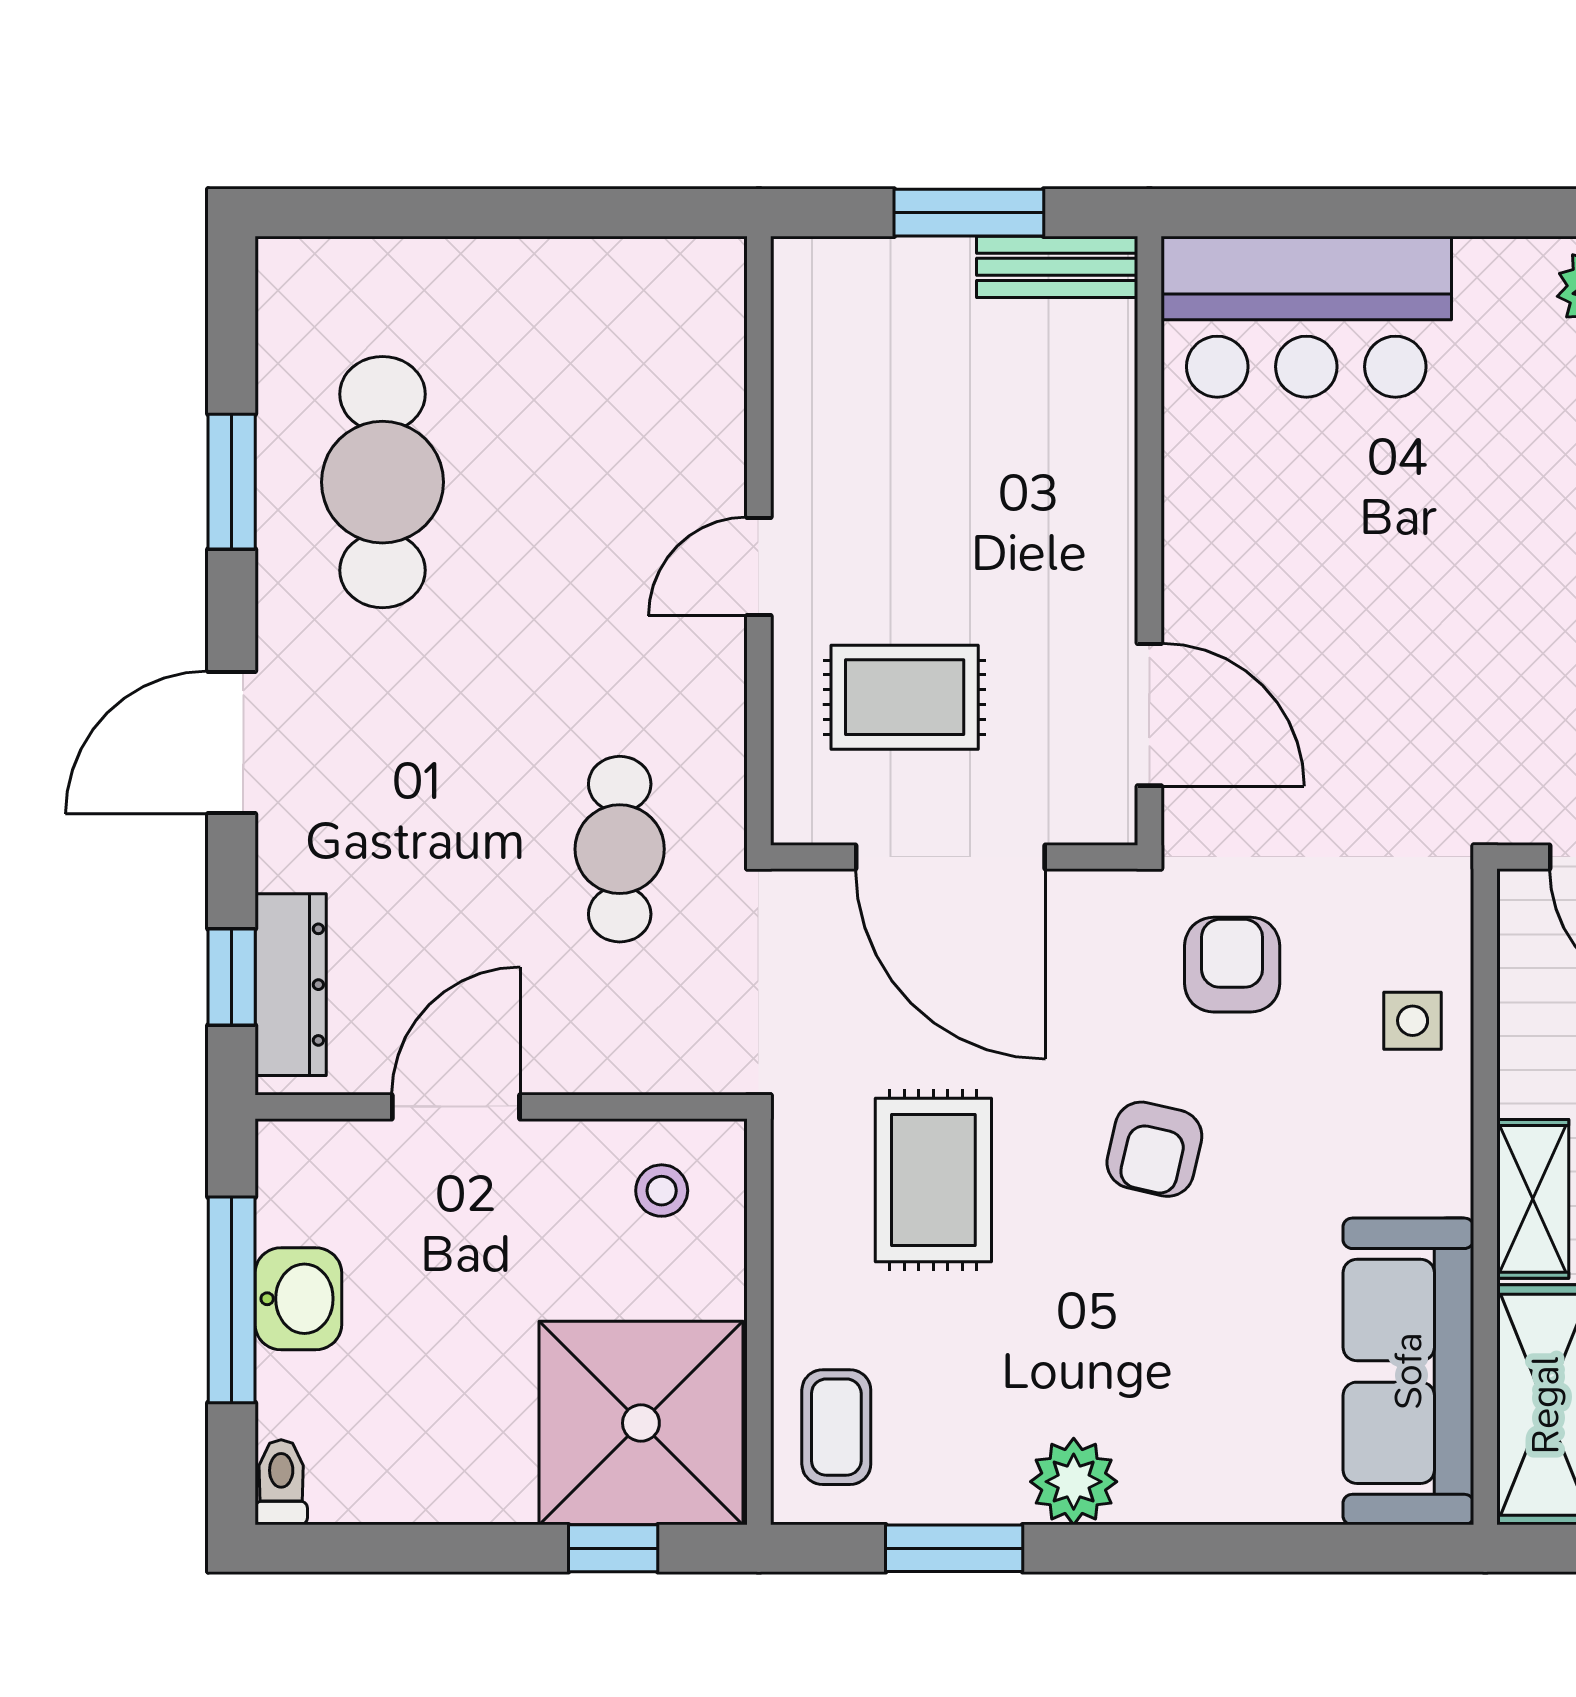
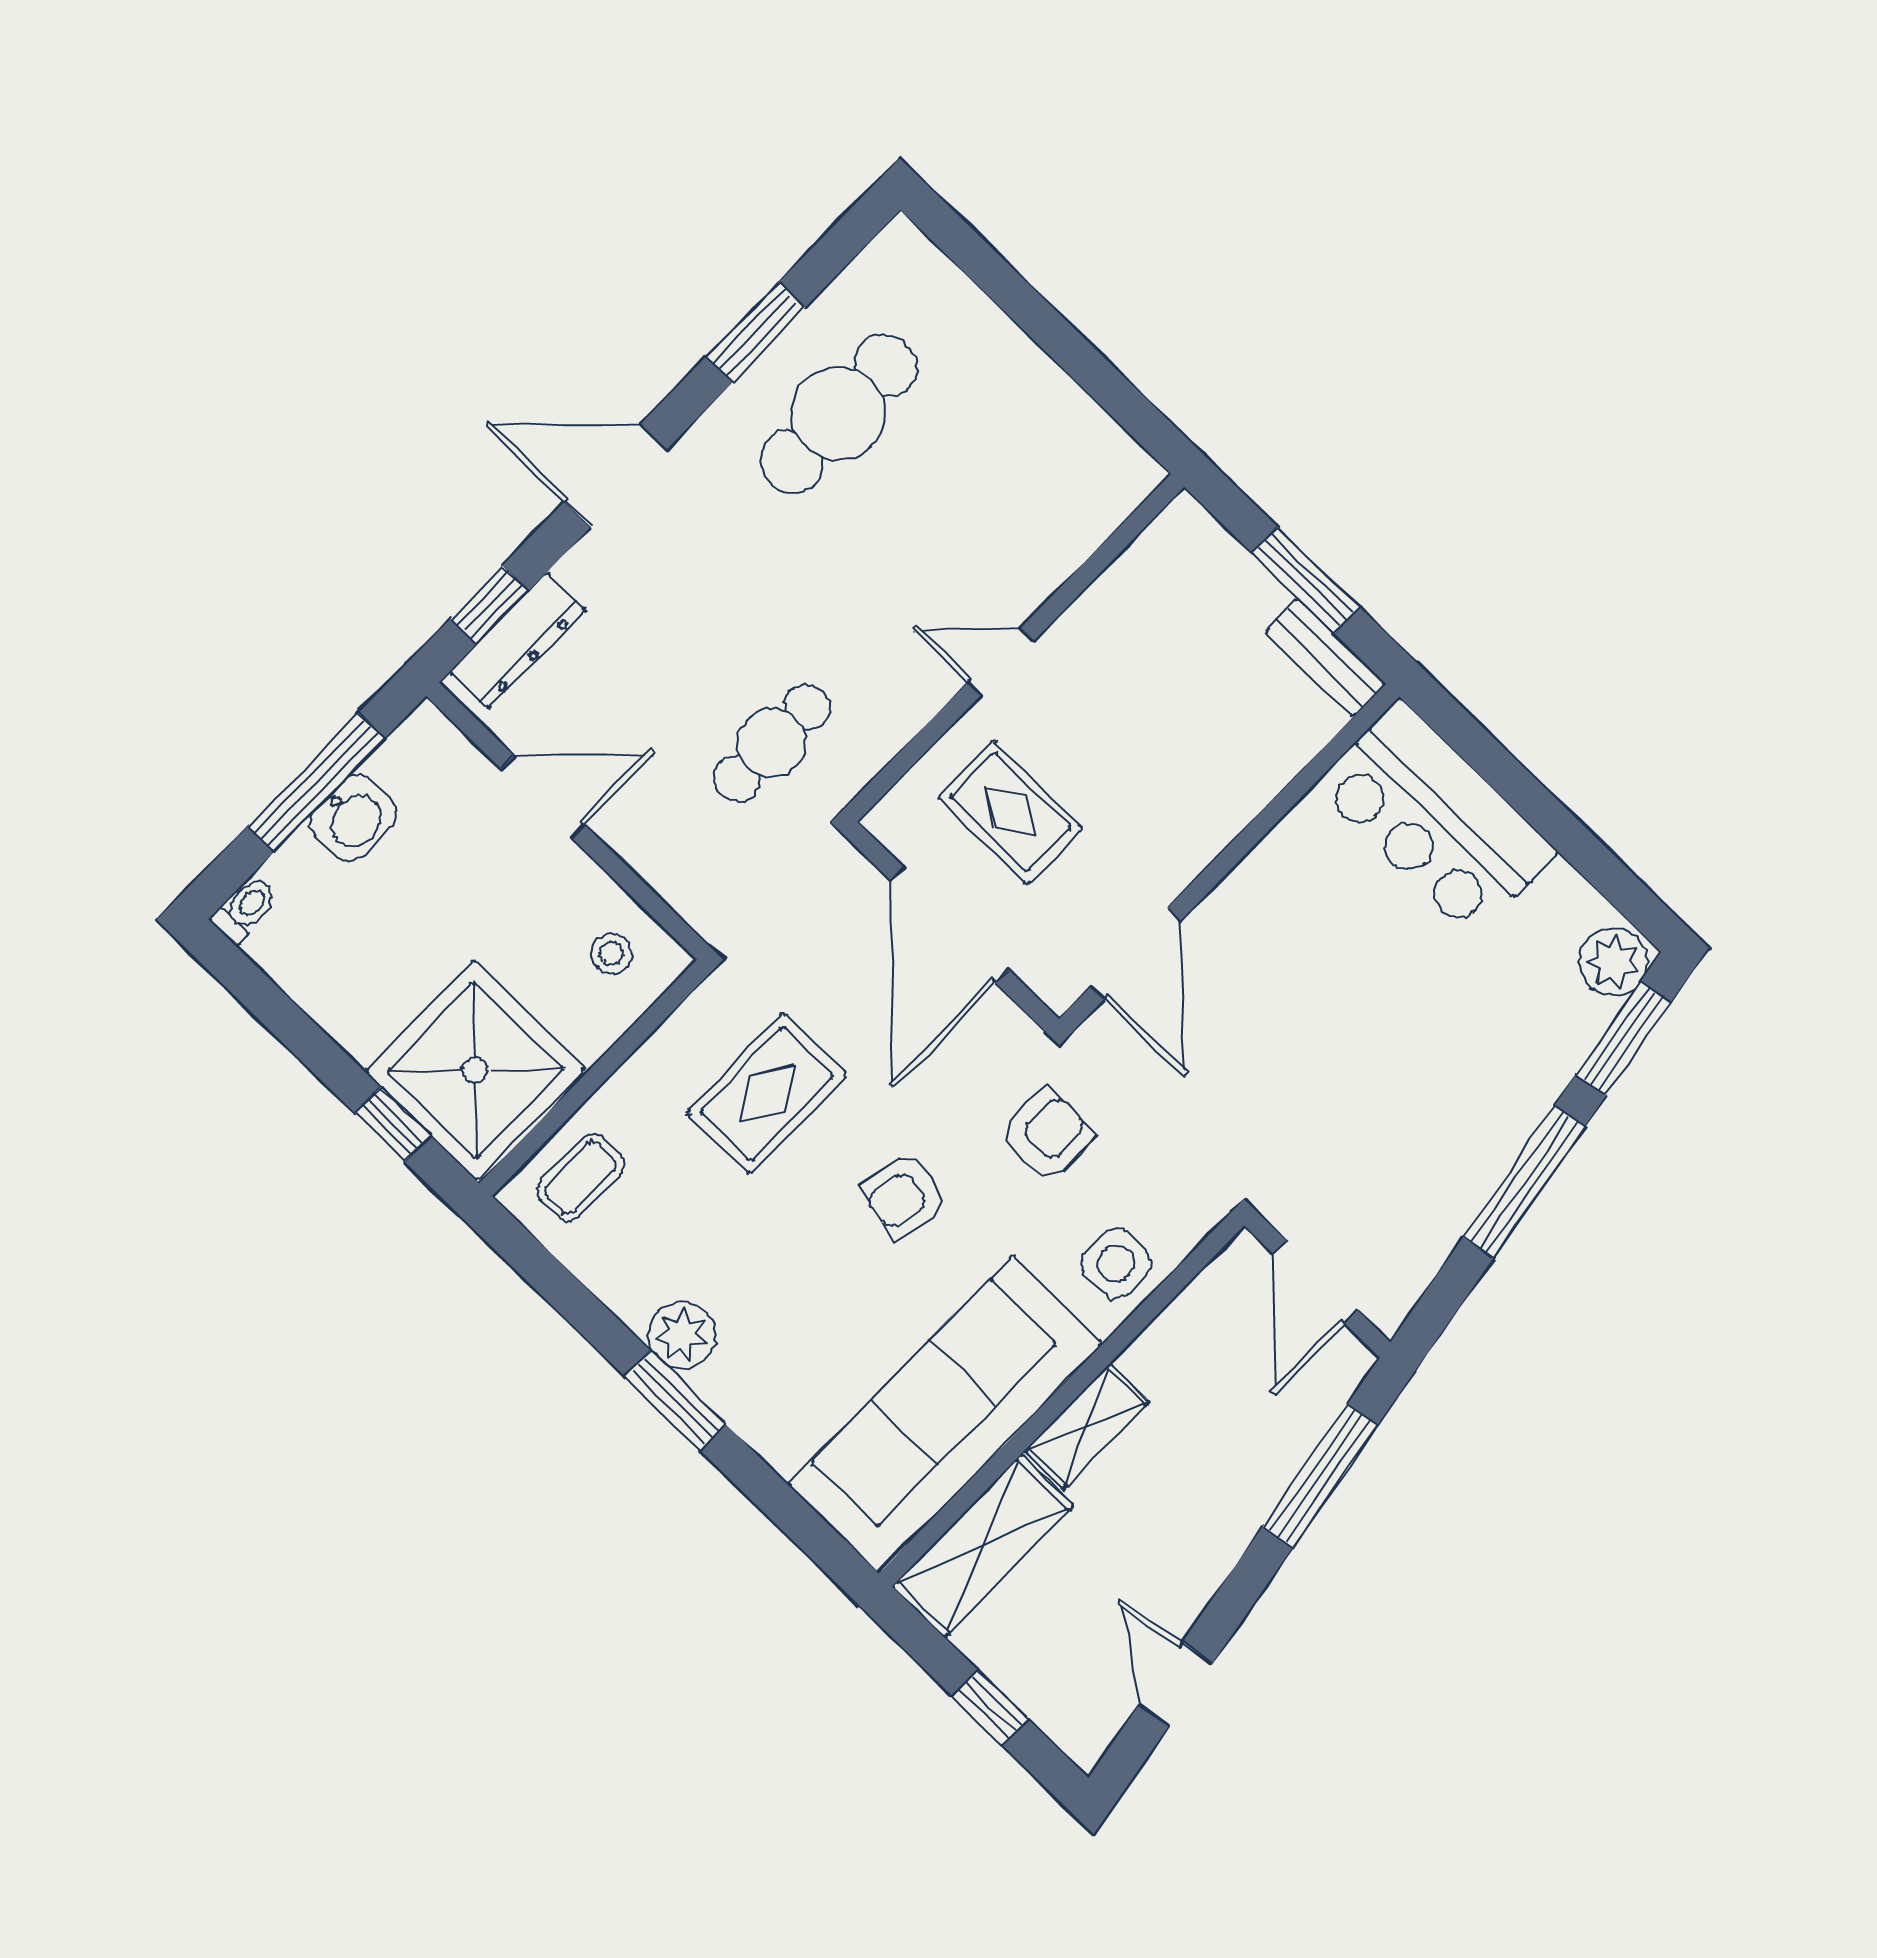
side table: (1413, 1021) -> (1116, 1263), width x1.37, depth x1.37
sofa: (1408, 1371) -> (945, 1414), width x1.36, depth x1.27
window: (954, 1548) -> (675, 1400), moved

